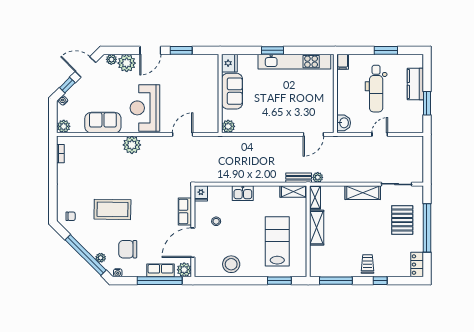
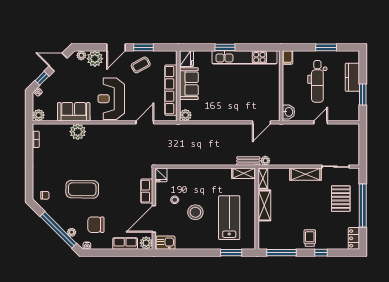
coffee table: (178, 70) -> (141, 65), added
row of seats: (212, 98) -> (171, 90), added
plant: (132, 145) -> (78, 132), moved
kitchen sink: (243, 193) -> (166, 243), moved, turned 180
stool: (231, 264) -> (195, 212), moved
window: (160, 281) -> (124, 253), removed

